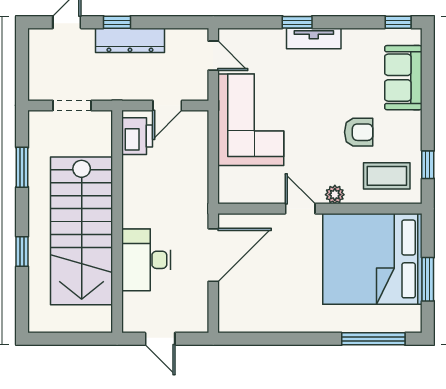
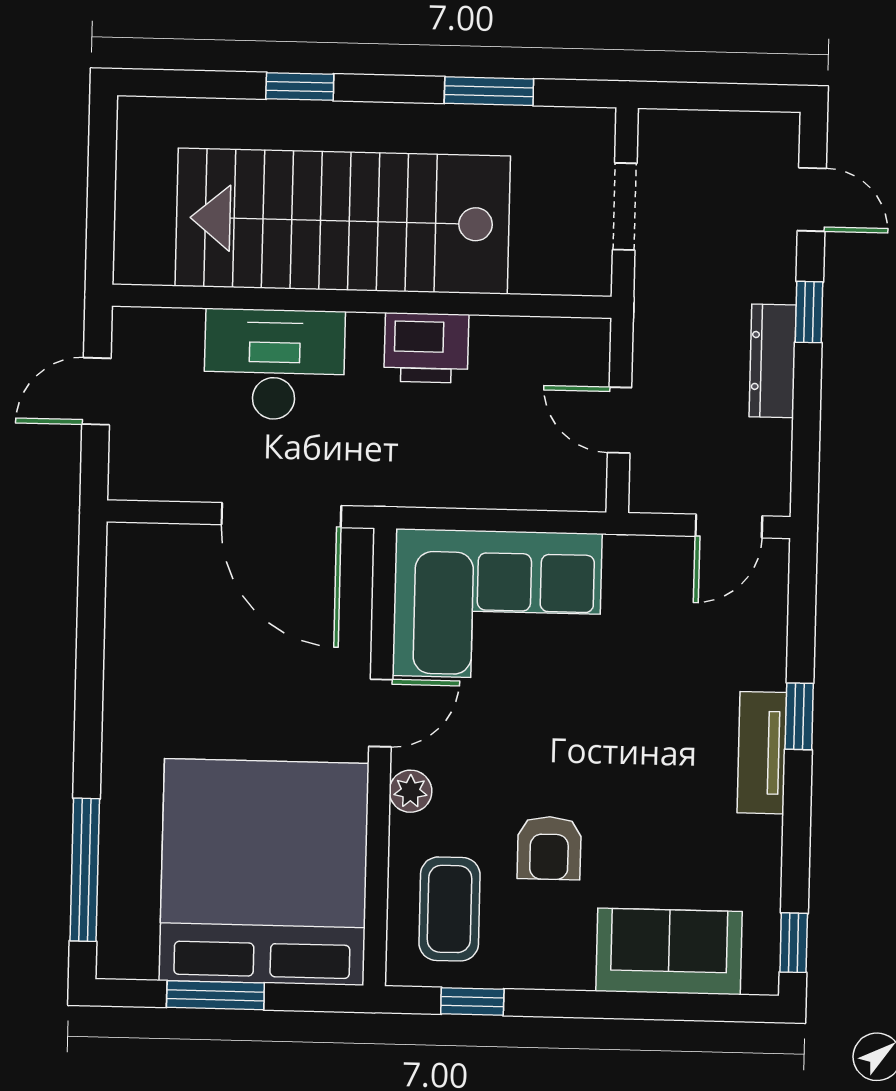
dresser: (130, 40) -> (773, 361), width x0.73, depth x0.80
corner sofa: (251, 120) -> (497, 605), moved
printer: (137, 136) -> (426, 348), moved

